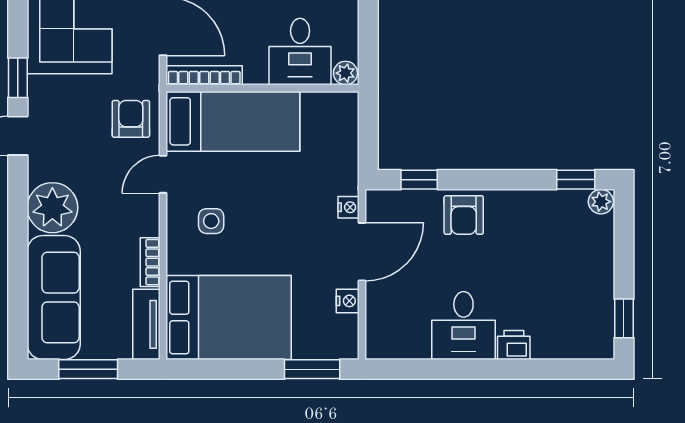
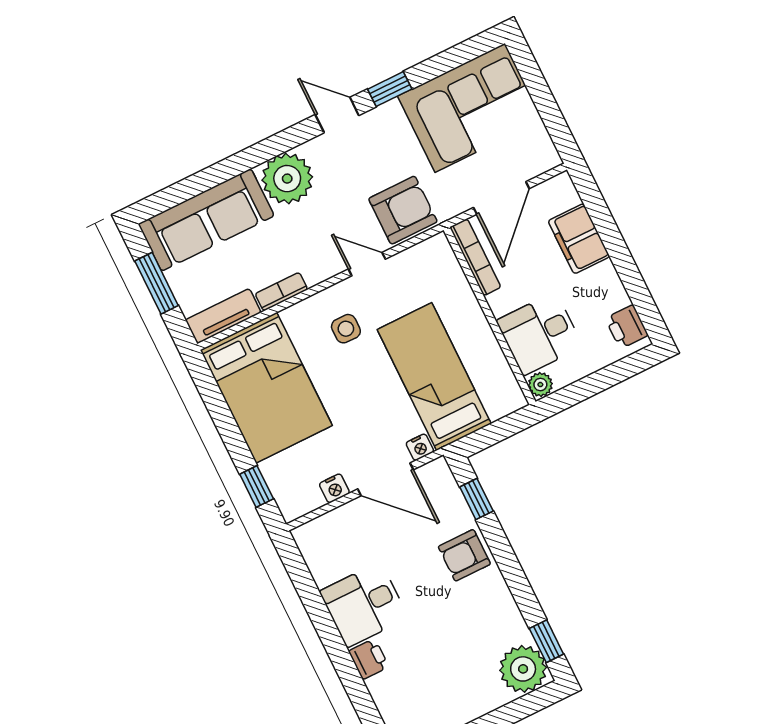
armchair: (131, 119) -> (403, 210), width x1.38, depth x1.38
bed: (233, 121) -> (434, 377), moved, turned 180
plant: (601, 202) -> (523, 669), width x1.87, depth x1.87
window: (312, 369) -> (257, 486), width x0.67

